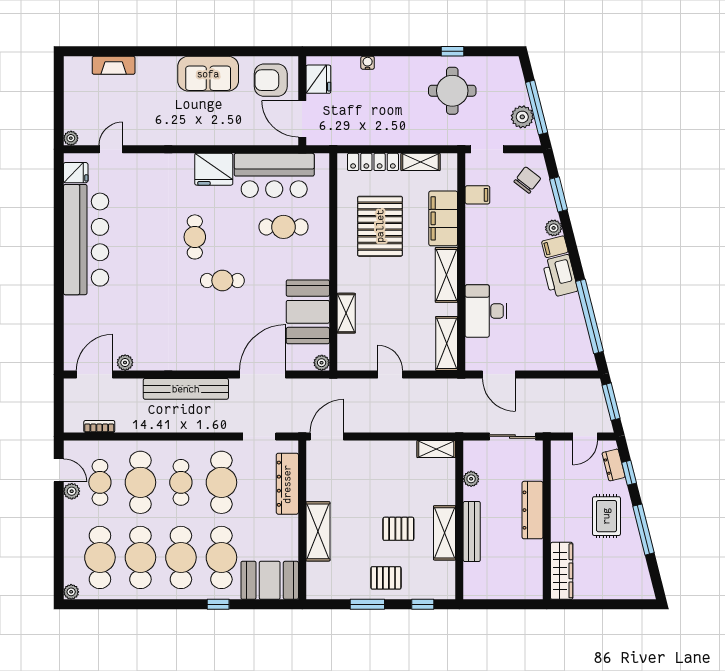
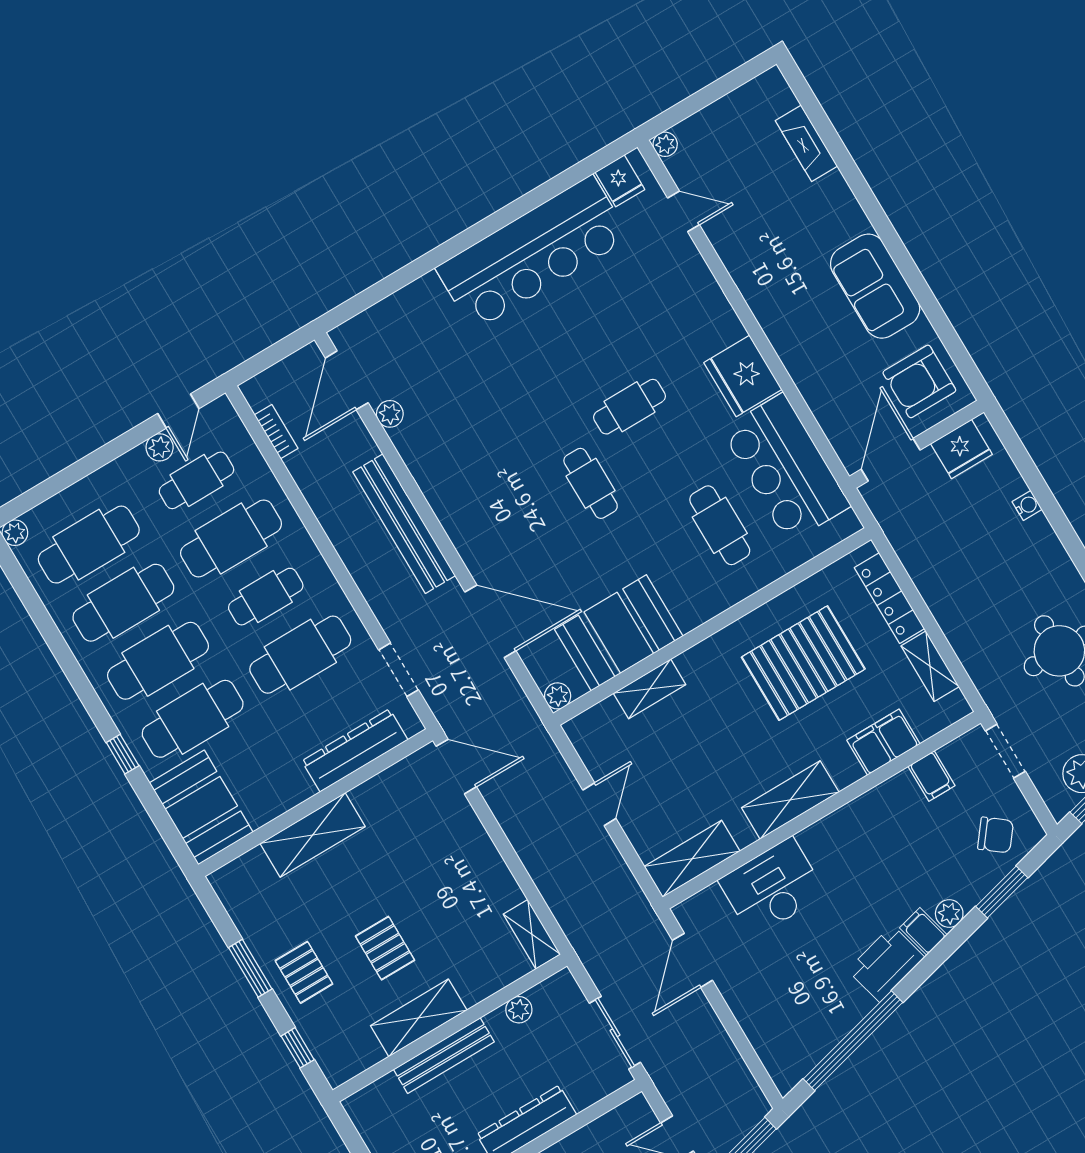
armchair: (271, 80) -> (919, 381), turned -90
filing cabinet: (443, 218) -> (883, 742), width x0.67, depth x0.86
door: (95, 374) -> (347, 380), swing flipped

